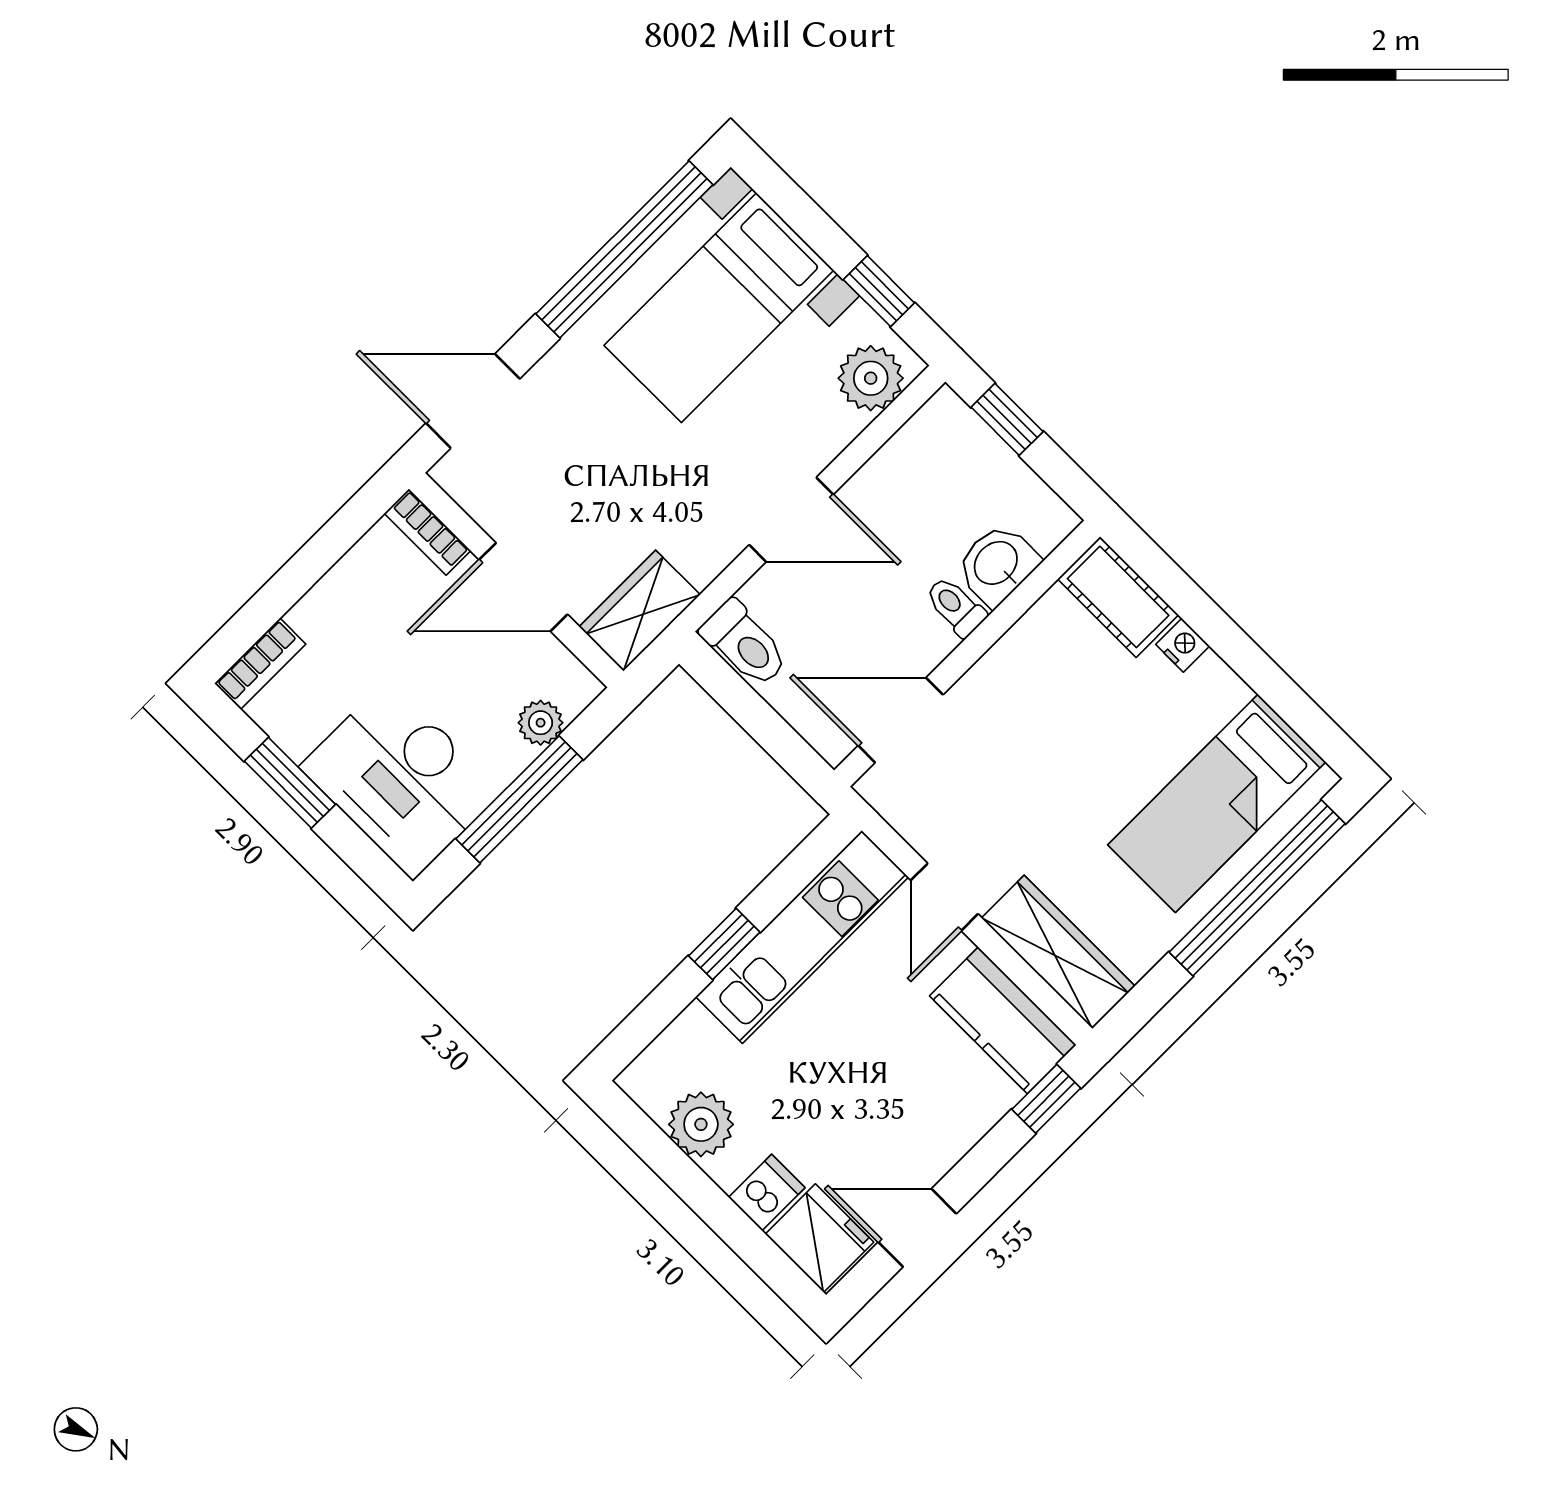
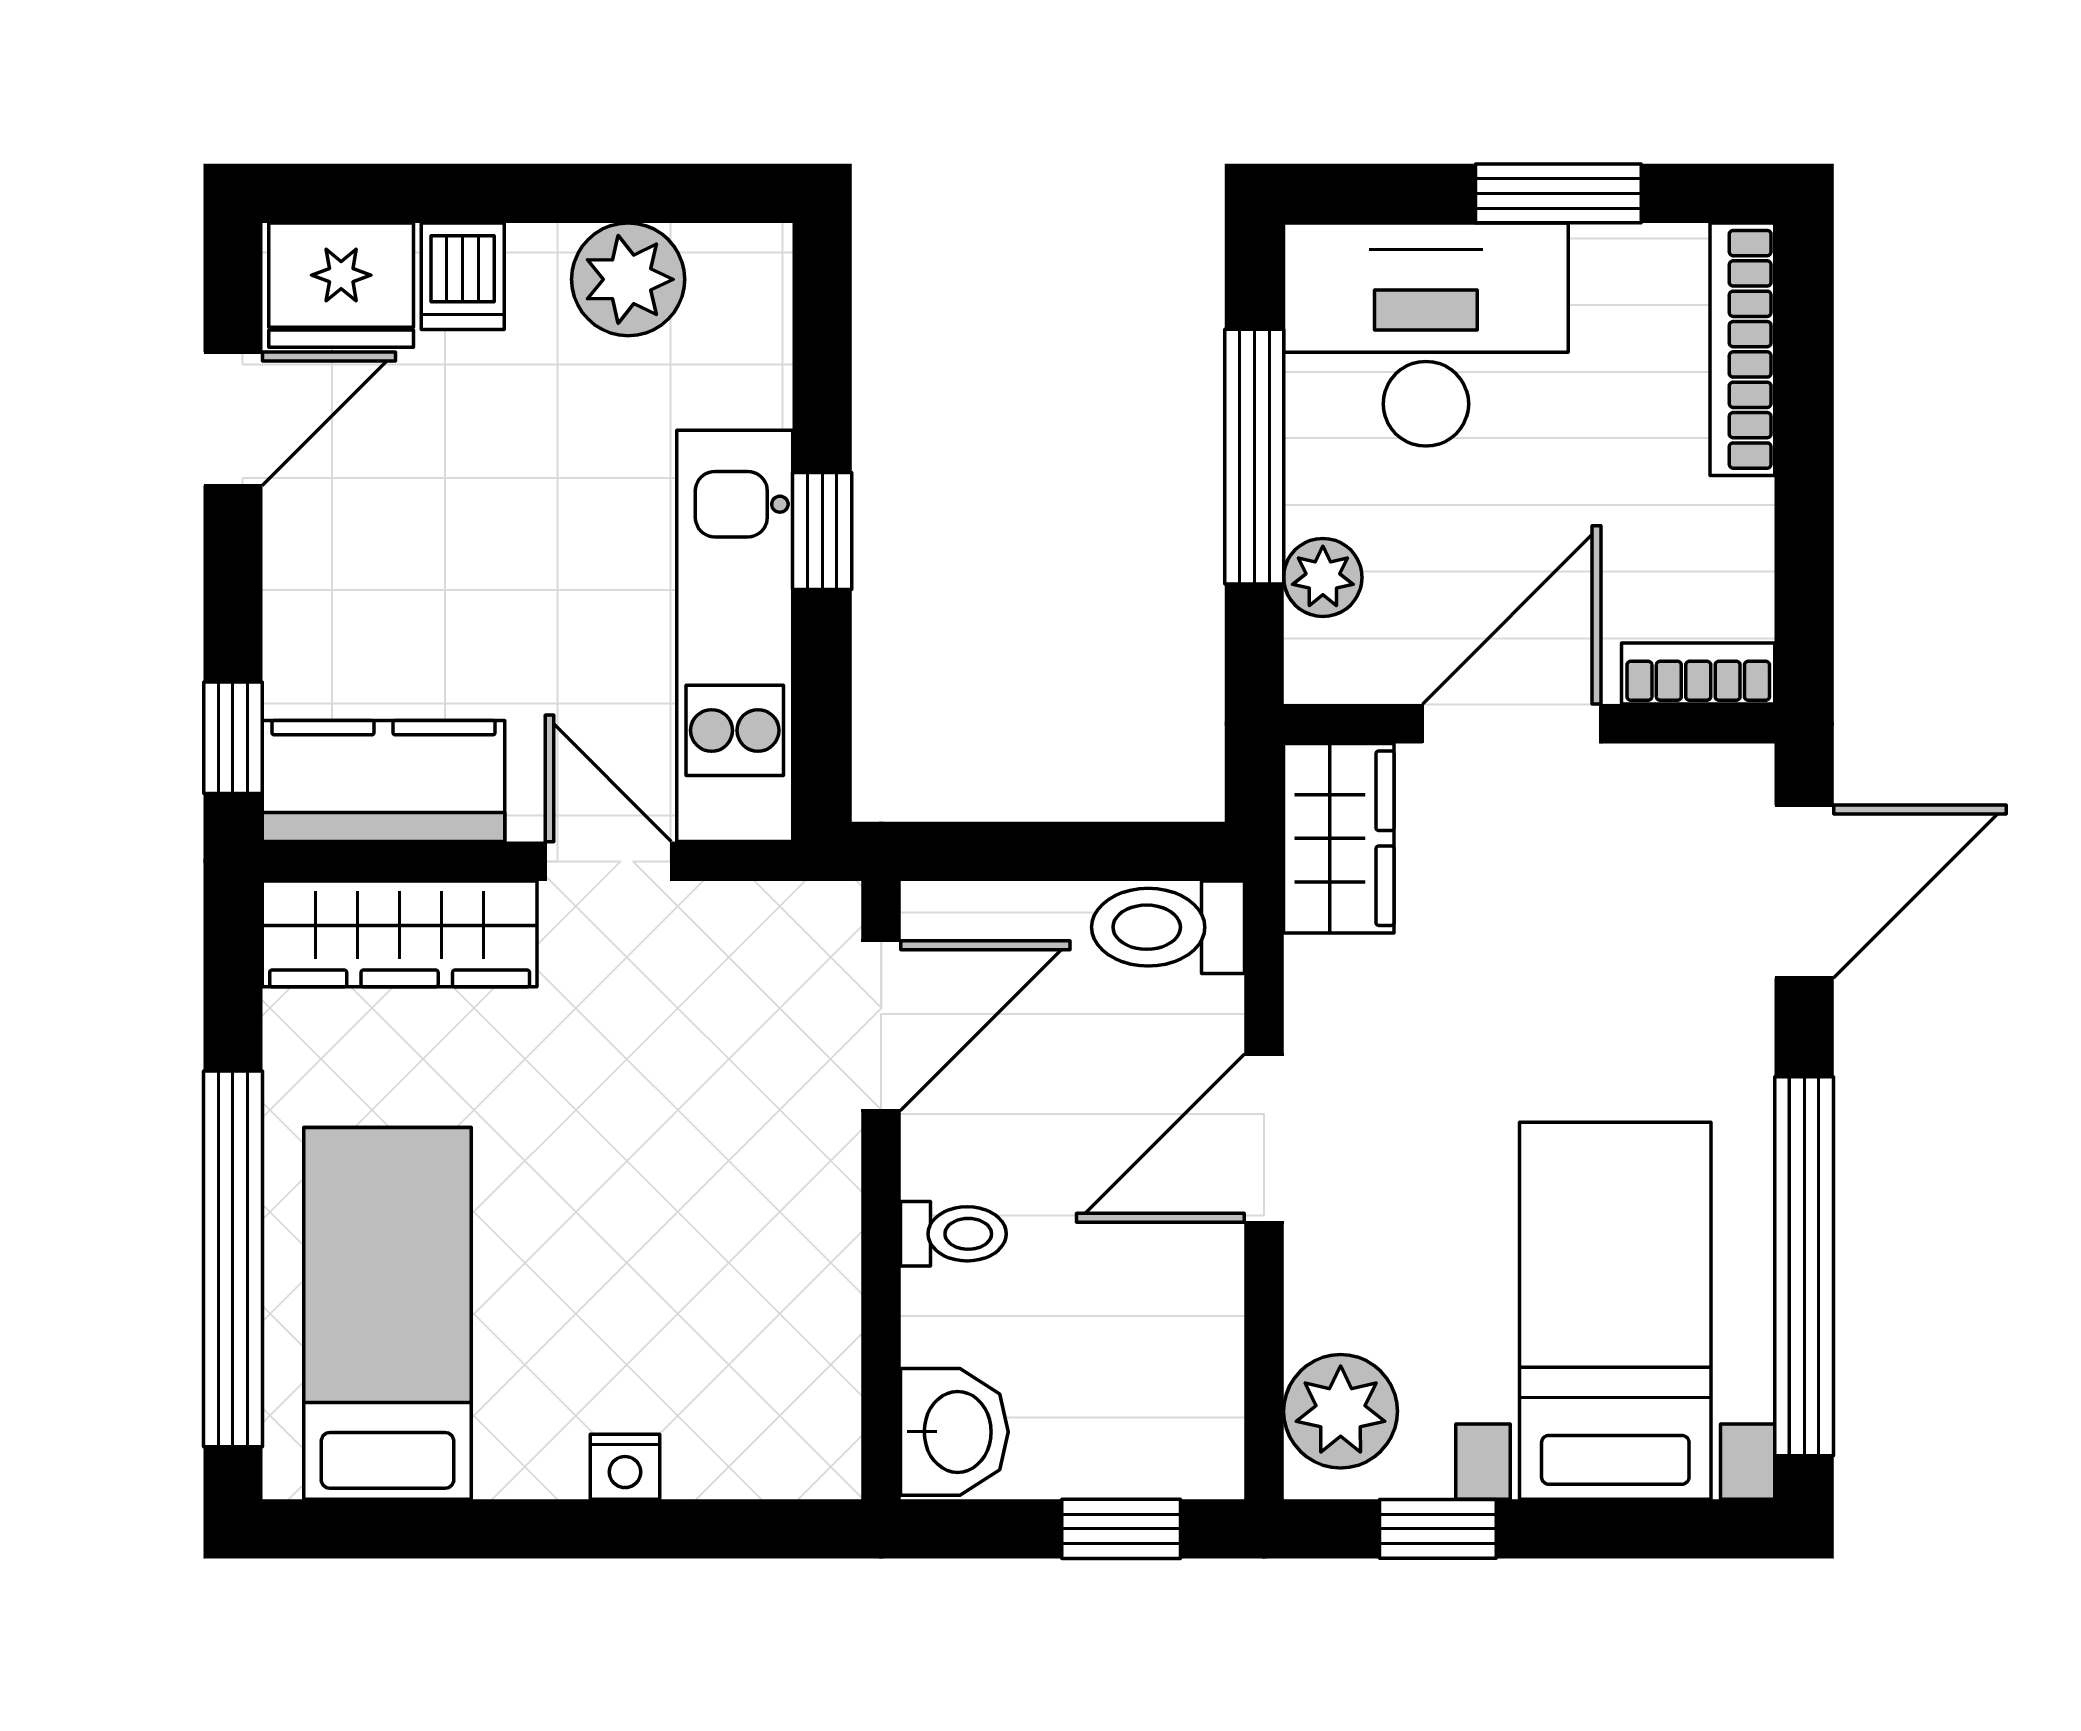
washbasin: (997, 564) -> (954, 1432), moved
cot: (1118, 597) -> (764, 1447), removed
bookcase: (260, 664) -> (1742, 349), width x1.56

